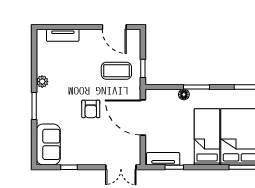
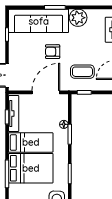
coffee table: (116, 71) -> (82, 72), turned 90
plant: (42, 82) -> (78, 18), width x1.88, depth x1.88
sofa: (48, 144) -> (39, 21), width x1.85, depth x1.27
tv unit: (163, 159) -> (14, 113), width x1.41

